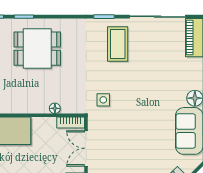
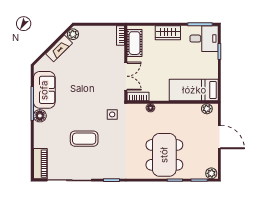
coffee table: (118, 44) -> (84, 139), moved, turned 90
dining table: (37, 49) -> (164, 155), width x1.38

